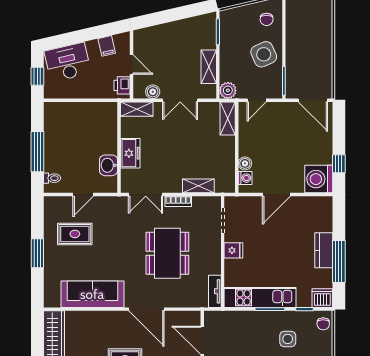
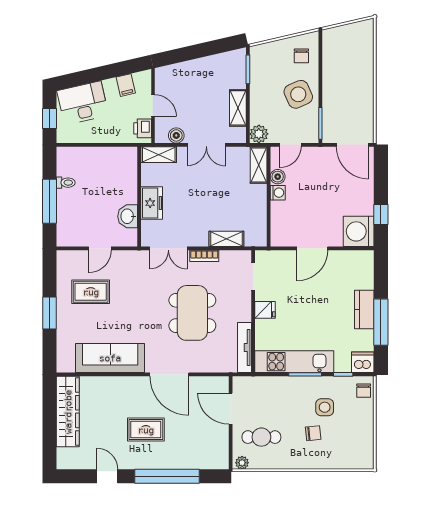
boiler: (245, 163) -> (278, 177), moved
toilet: (52, 178) -> (66, 183), moved
washing machine: (245, 178) -> (278, 193), moved
tv unit: (215, 291) -> (245, 347), width x1.41

